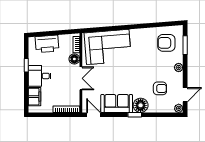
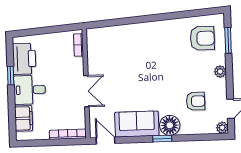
armchair: (166, 43) -> (202, 38), turned 180
printer: (47, 44) -> (24, 59), moved, turned -85
corner sofa: (108, 47) -> (122, 47), removed
floor lamp: (74, 59) -> (76, 65), removed

